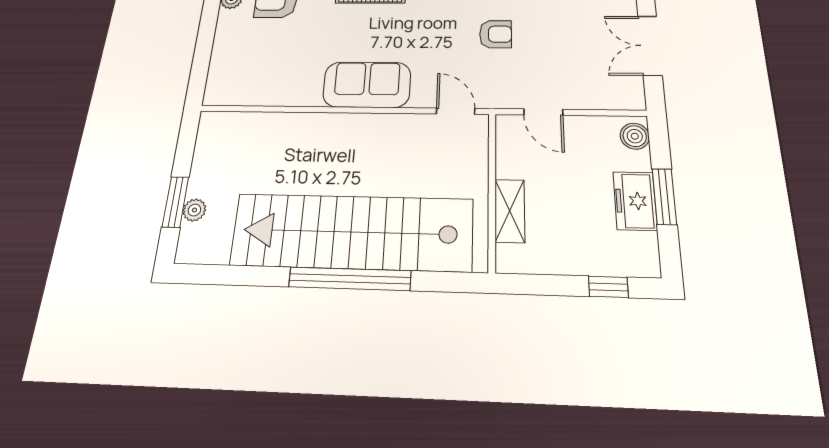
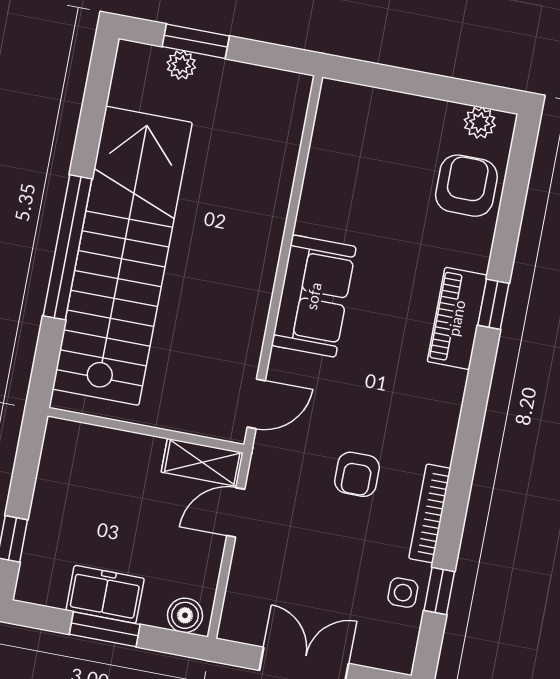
shelving: (510, 211) -> (202, 462), moved

